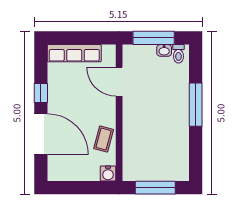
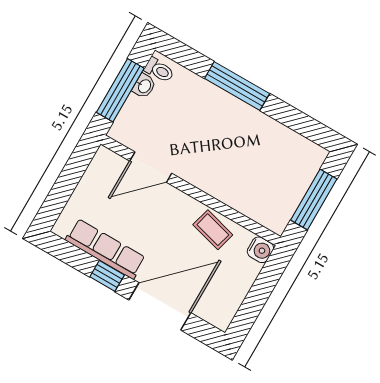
row of seats: (74, 53) -> (105, 249), moved, turned -90

